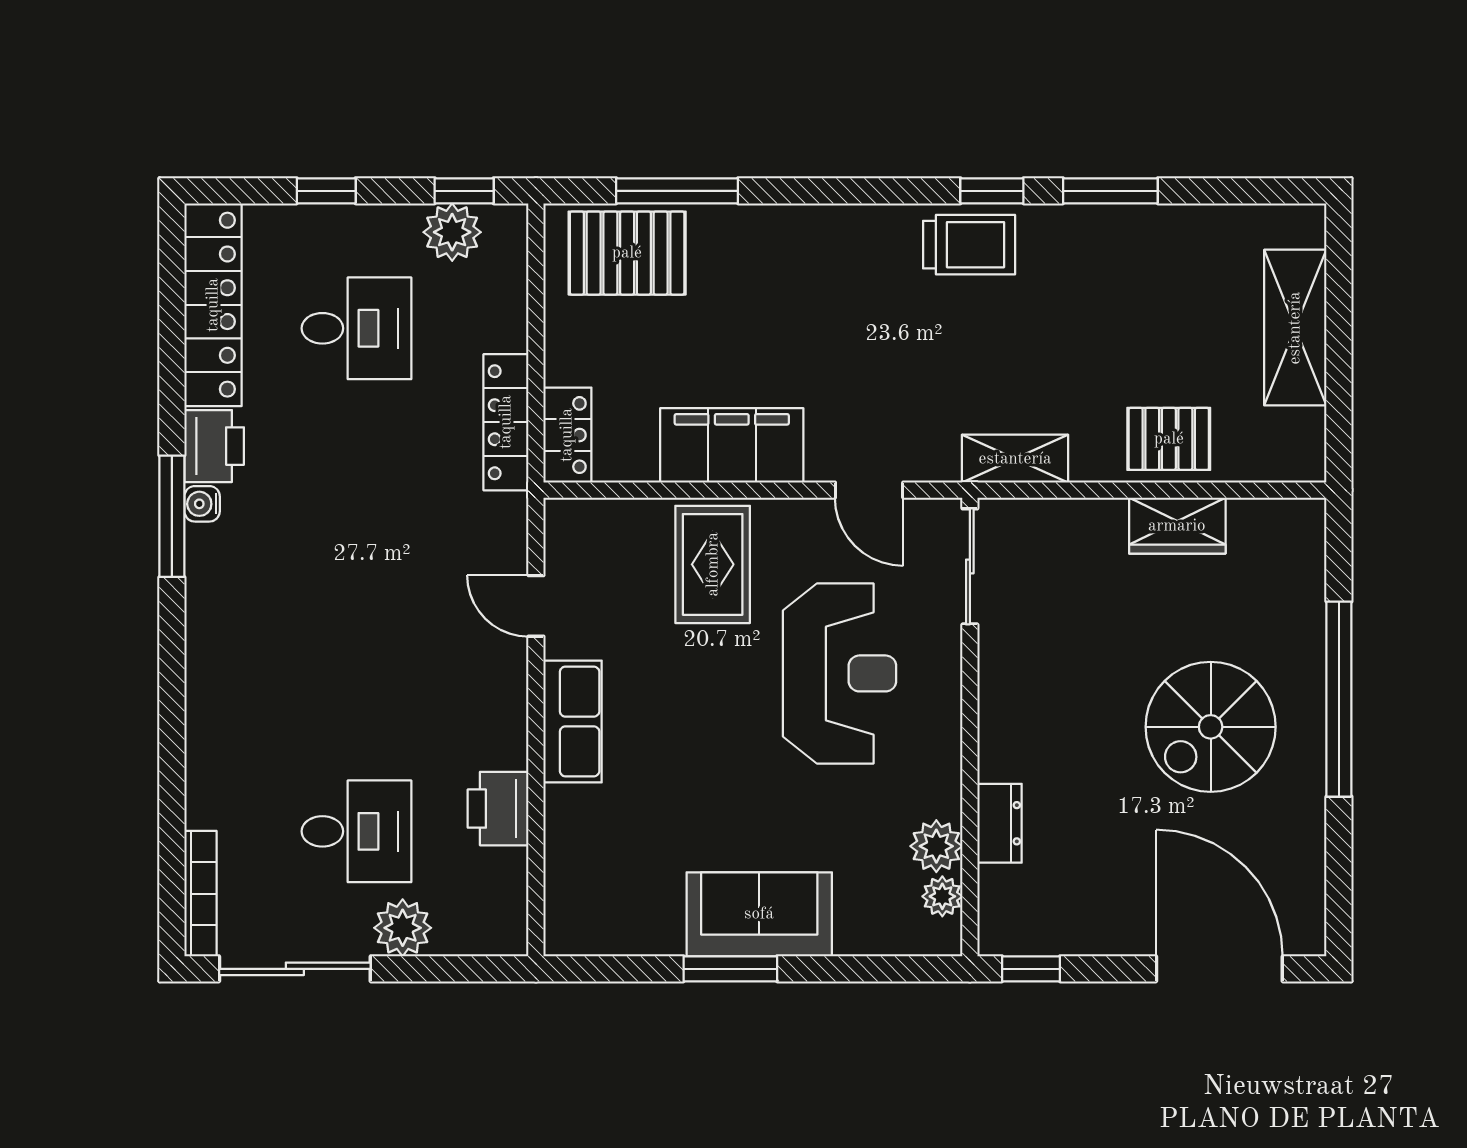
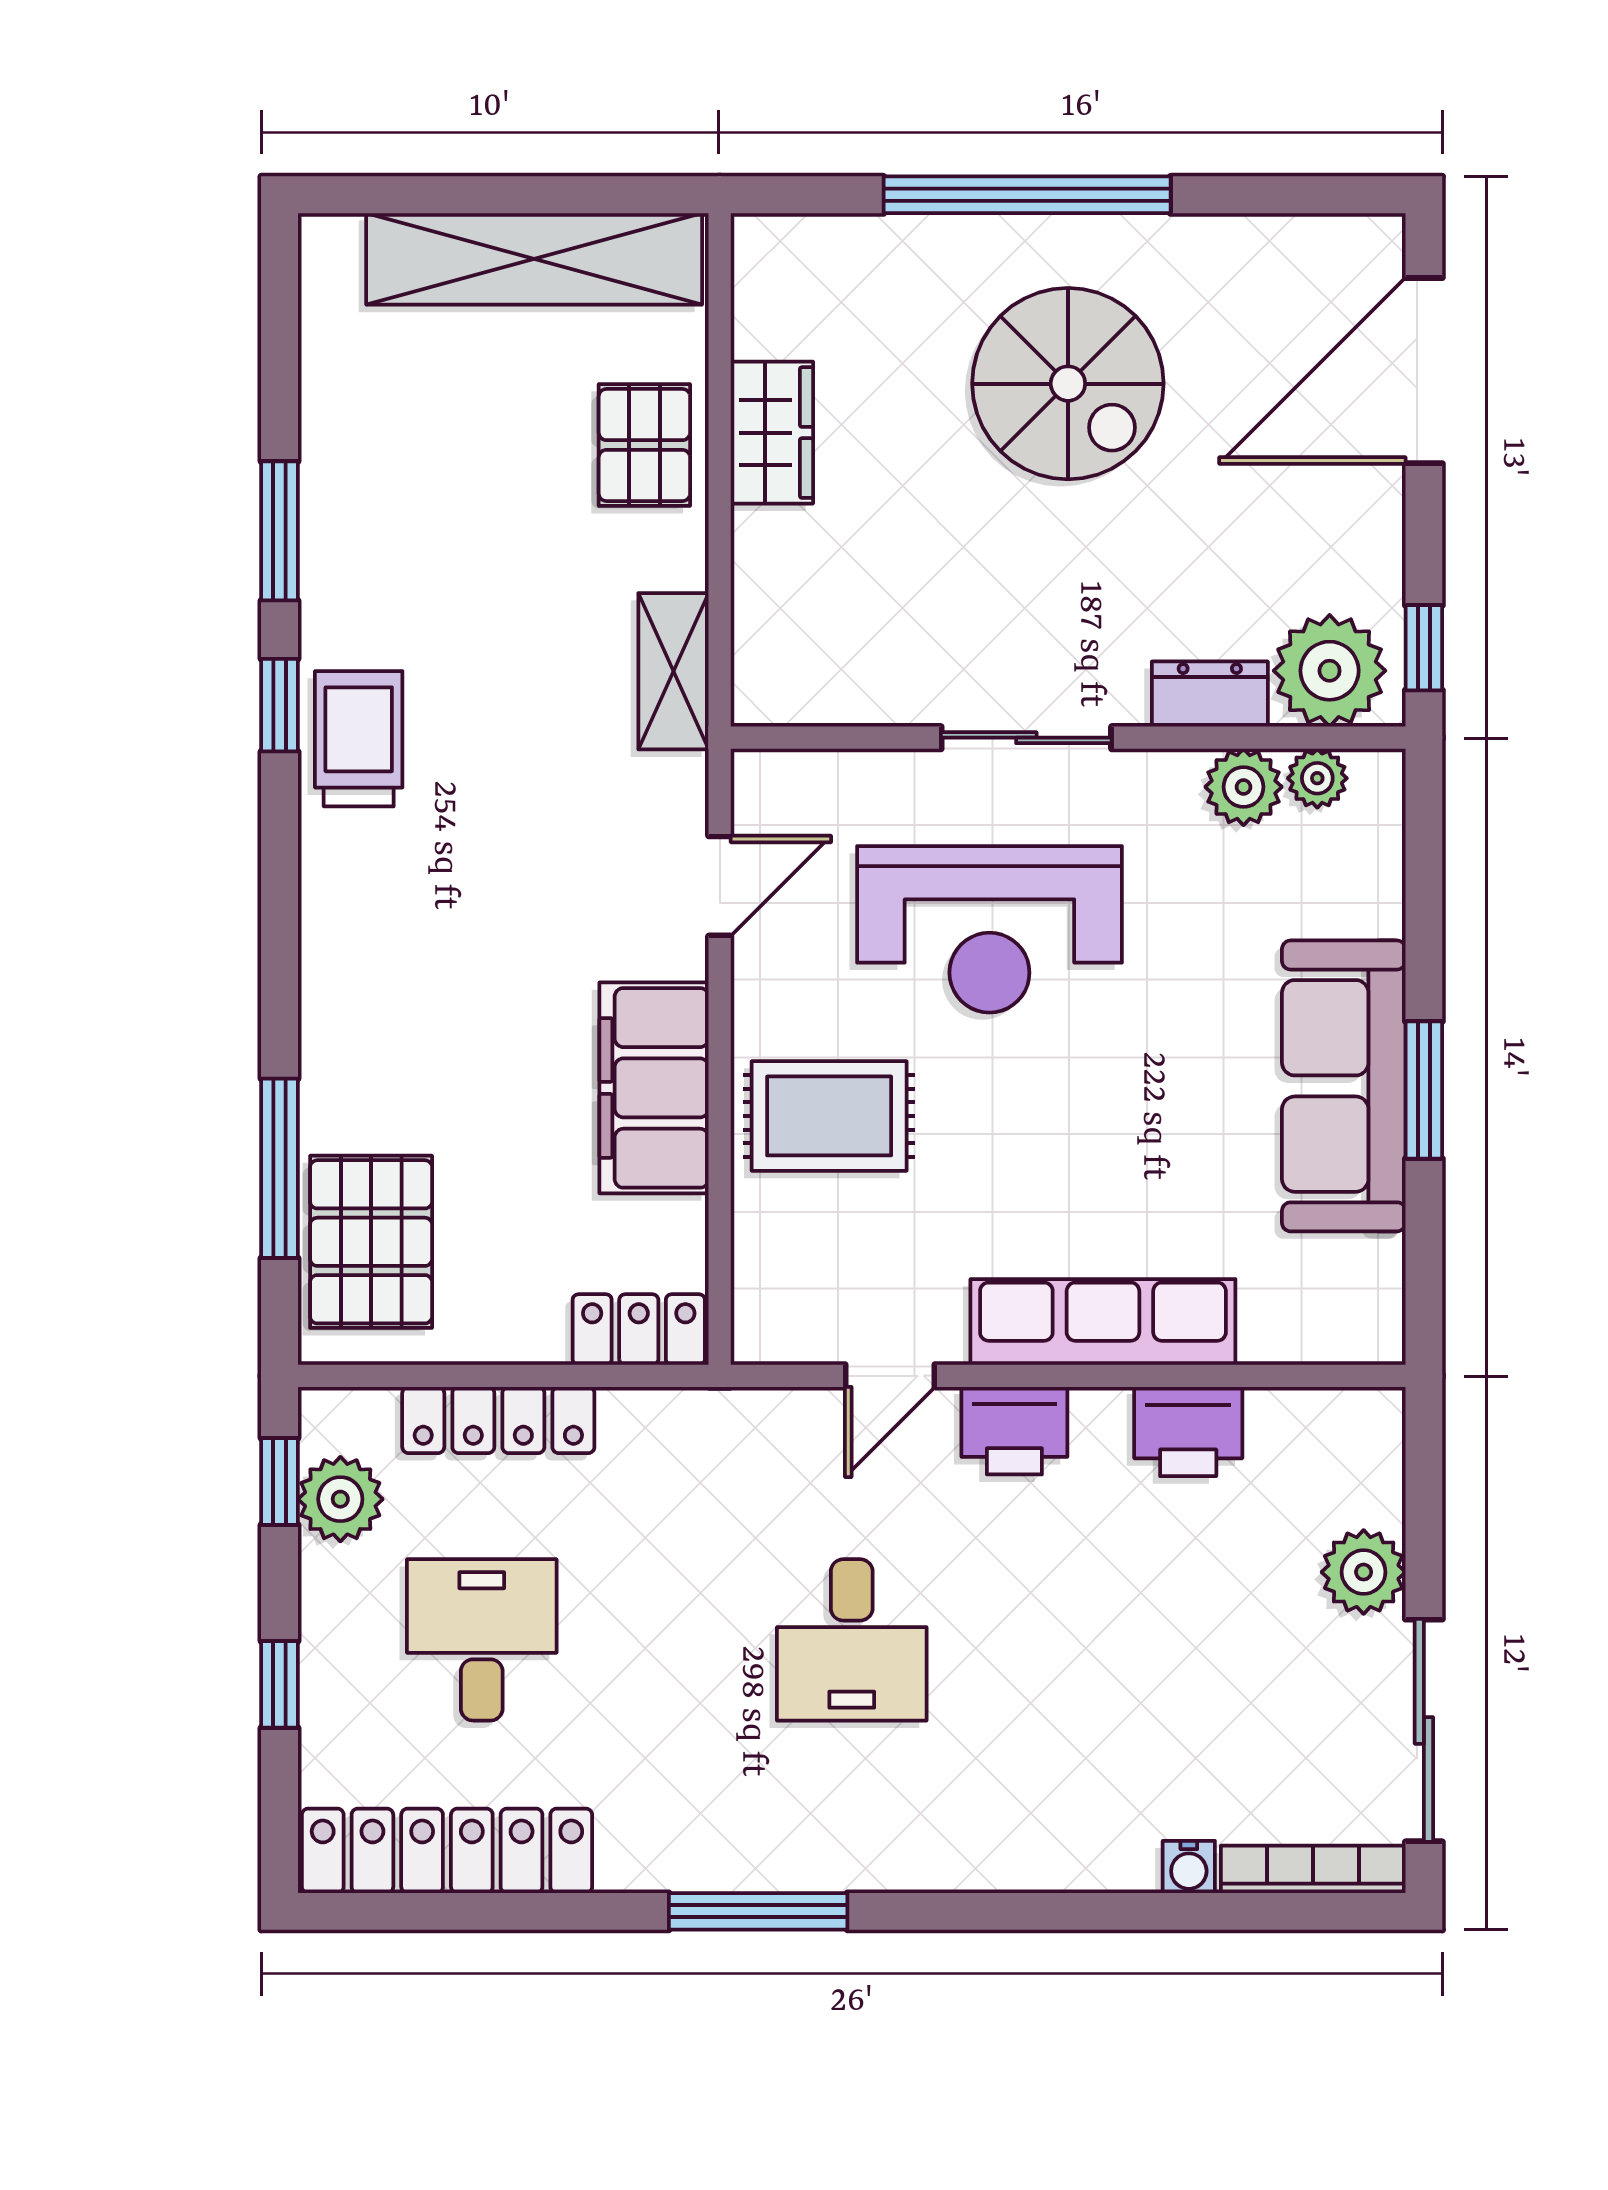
shelving: (1295, 328) -> (534, 259), width x1.47
locker: (506, 422) -> (498, 1420), moved
printer: (214, 446) -> (1014, 1431), moved, turned 180
water cooler: (202, 504) -> (1189, 1867), moved
sliding door: (970, 566) -> (1026, 738), moved
reception desk: (840, 673) -> (989, 929), turned 180
row of seats: (573, 721) -> (1103, 1322), width x1.48
desk: (356, 831) -> (852, 1640), moved, turned 180
plant: (1015, 905) -> (1330, 671), added
sofa: (759, 914) -> (1344, 1086), width x1.36

